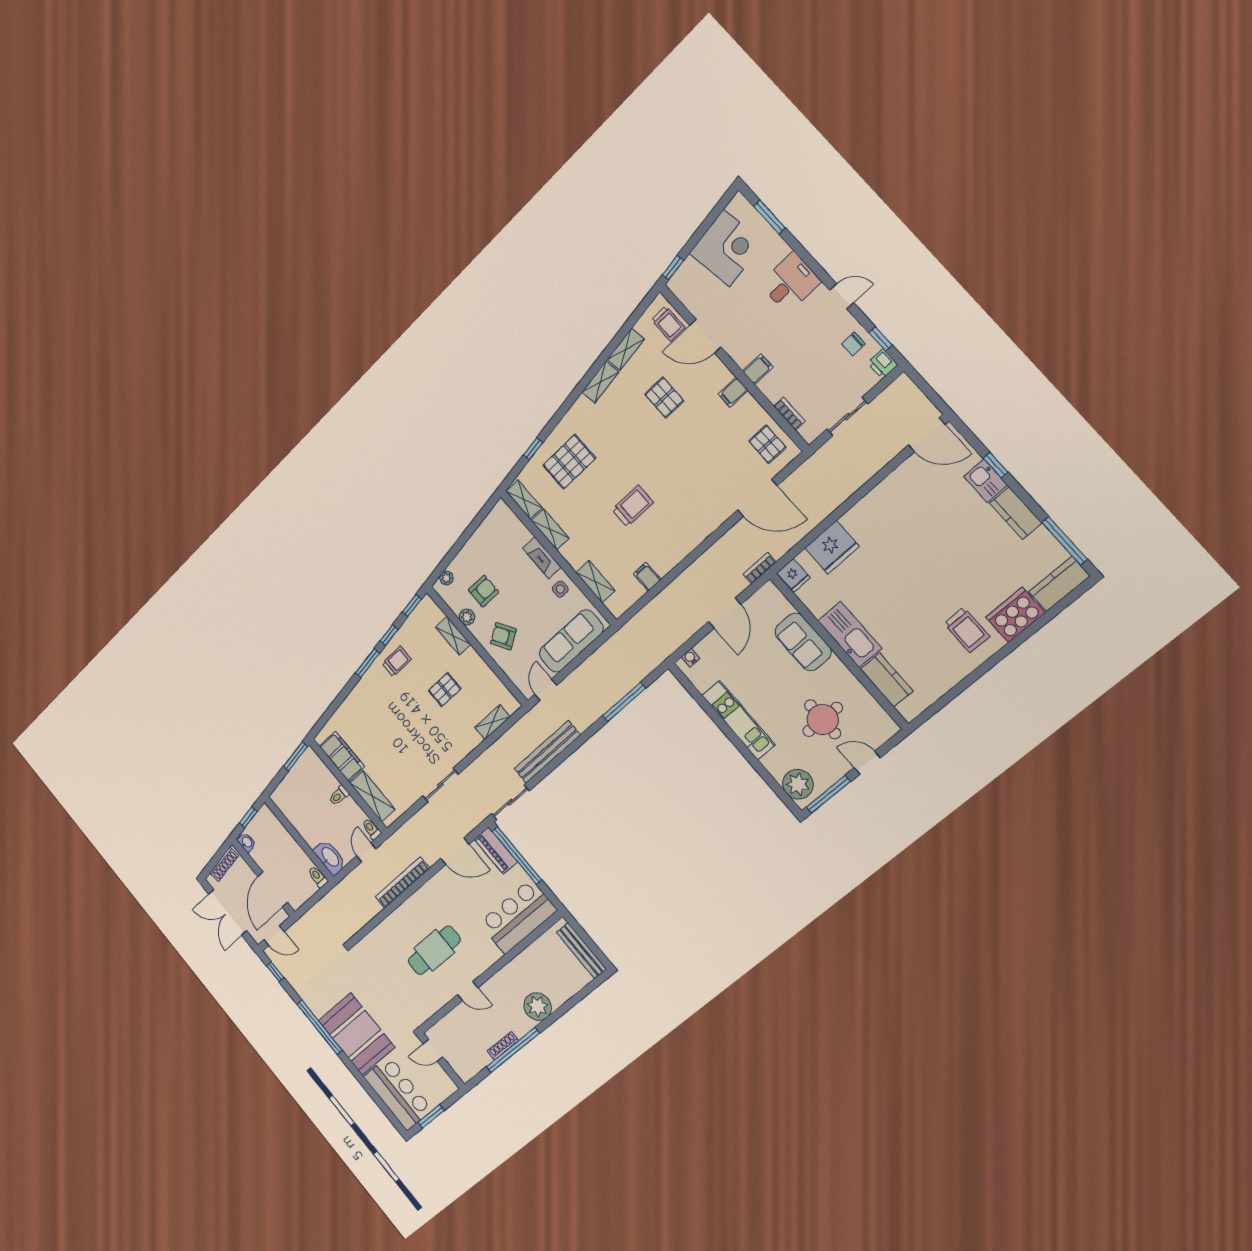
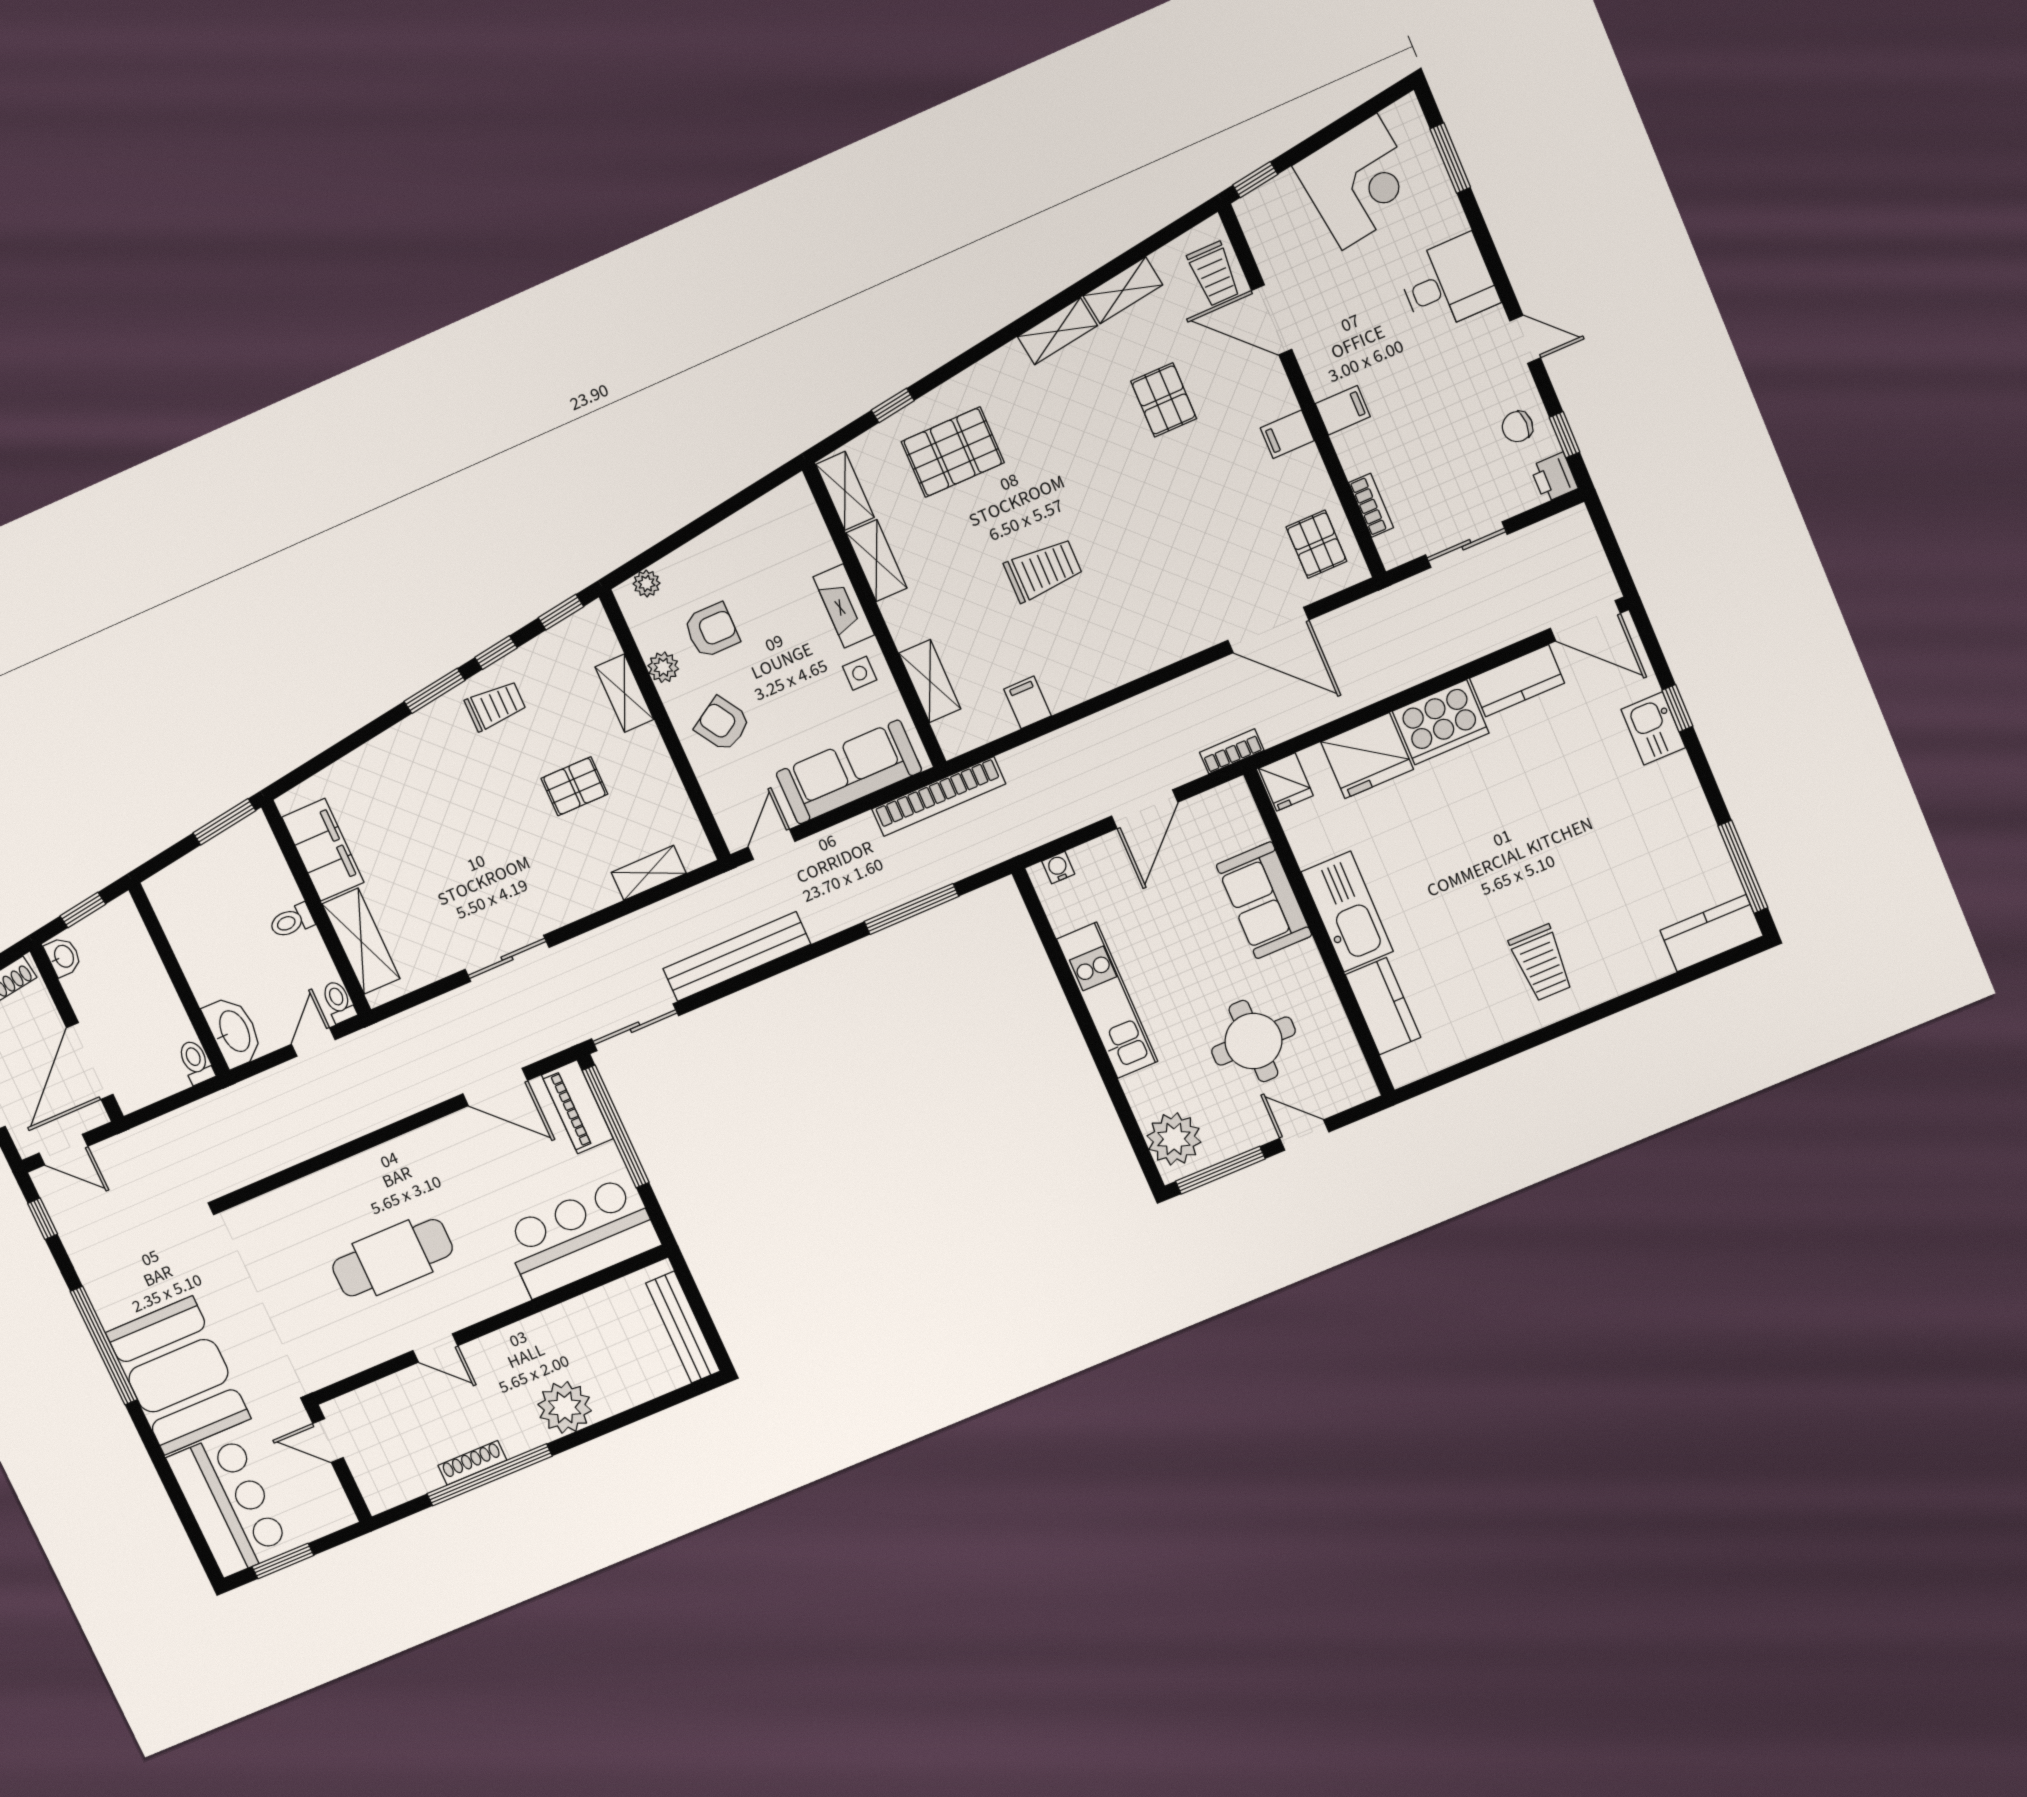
kitchen counter: (1016, 513) -> (1517, 681), moved, turned -90
cooker: (1015, 615) -> (1441, 722), moved, turned 180
bookcase: (402, 883) -> (939, 796), moved, turned 180

